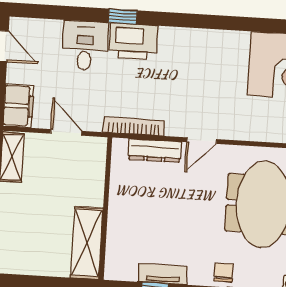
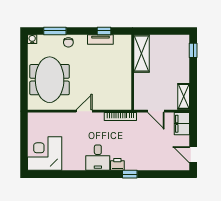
printer: (133, 41) -> (117, 164), width x0.53, depth x0.68
desk: (85, 46) -> (98, 158), moved
dresser: (155, 150) -> (109, 105), removed

